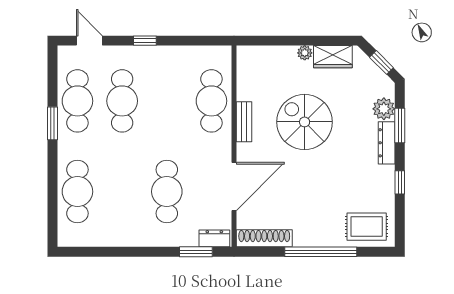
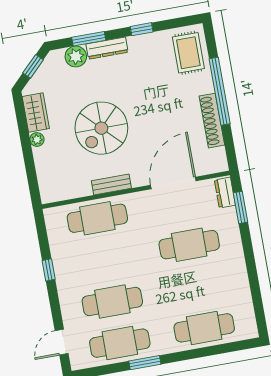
window: (145, 41) -> (49, 270), moved
door: (234, 186) -> (173, 183), hinge flipped
shoe rack: (264, 238) -> (212, 121), moved

